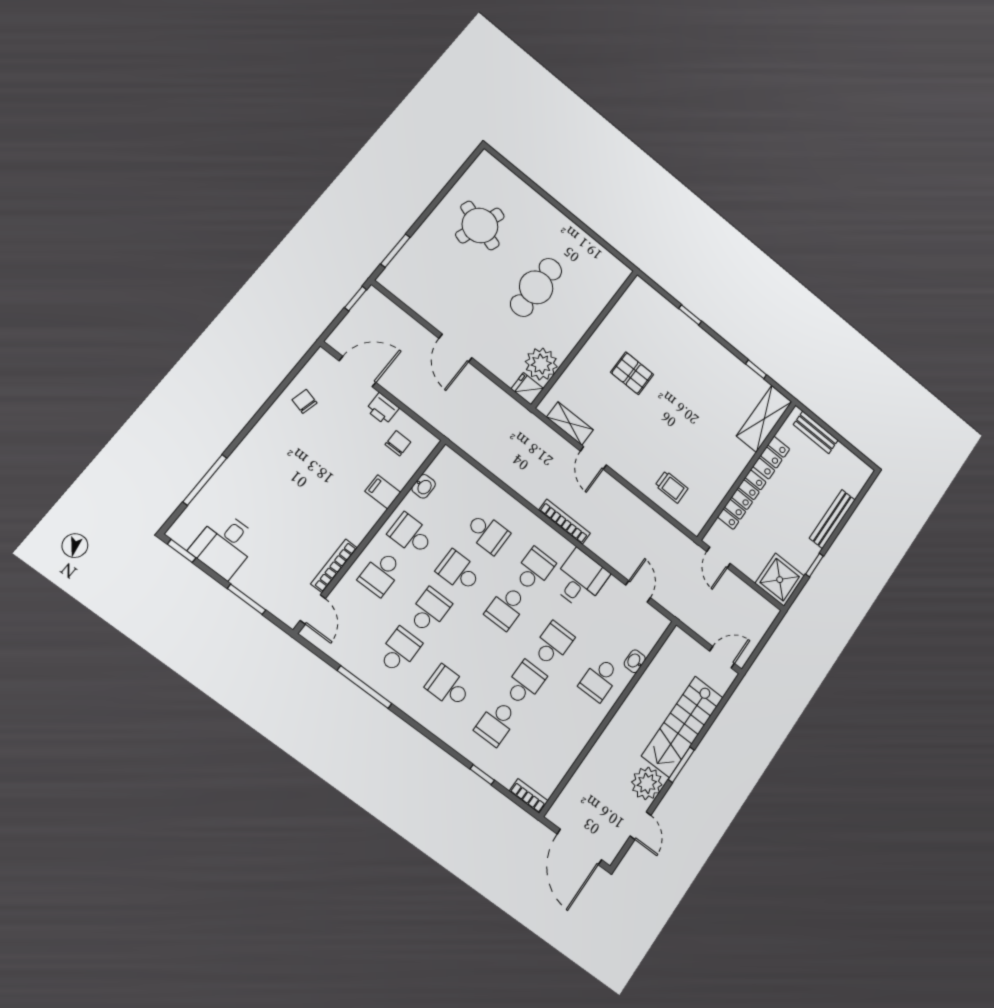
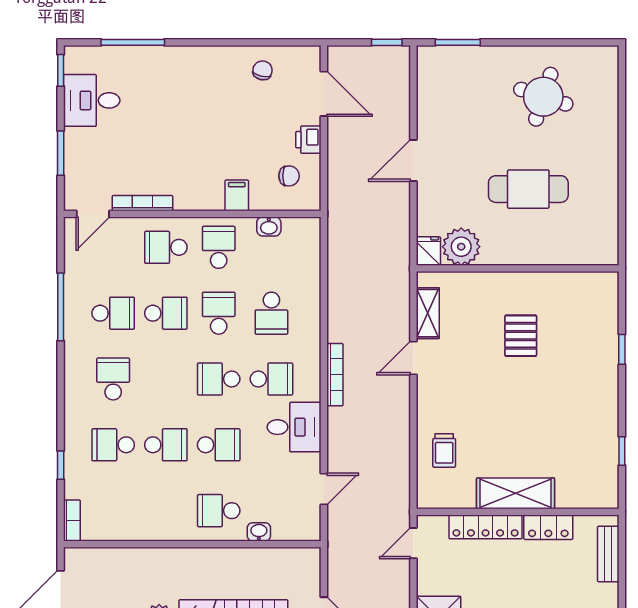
shelving: (764, 419) -> (516, 493), moved

